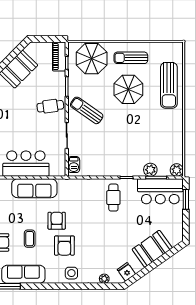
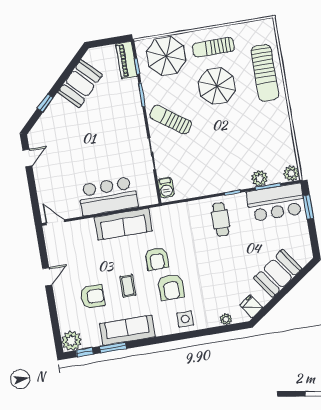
cafe table: (50, 106) -> (126, 122), removed
armchair: (57, 221) -> (157, 259), turned 180

